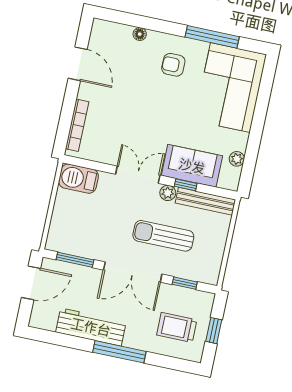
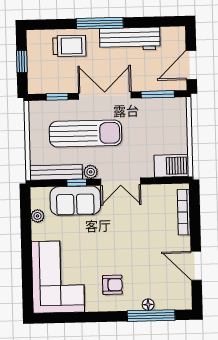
window: (212, 37) -> (151, 316), moved
sun lounger: (163, 236) -> (86, 133), width x1.36, depth x1.34
trolley: (177, 327) -> (69, 46), moved

